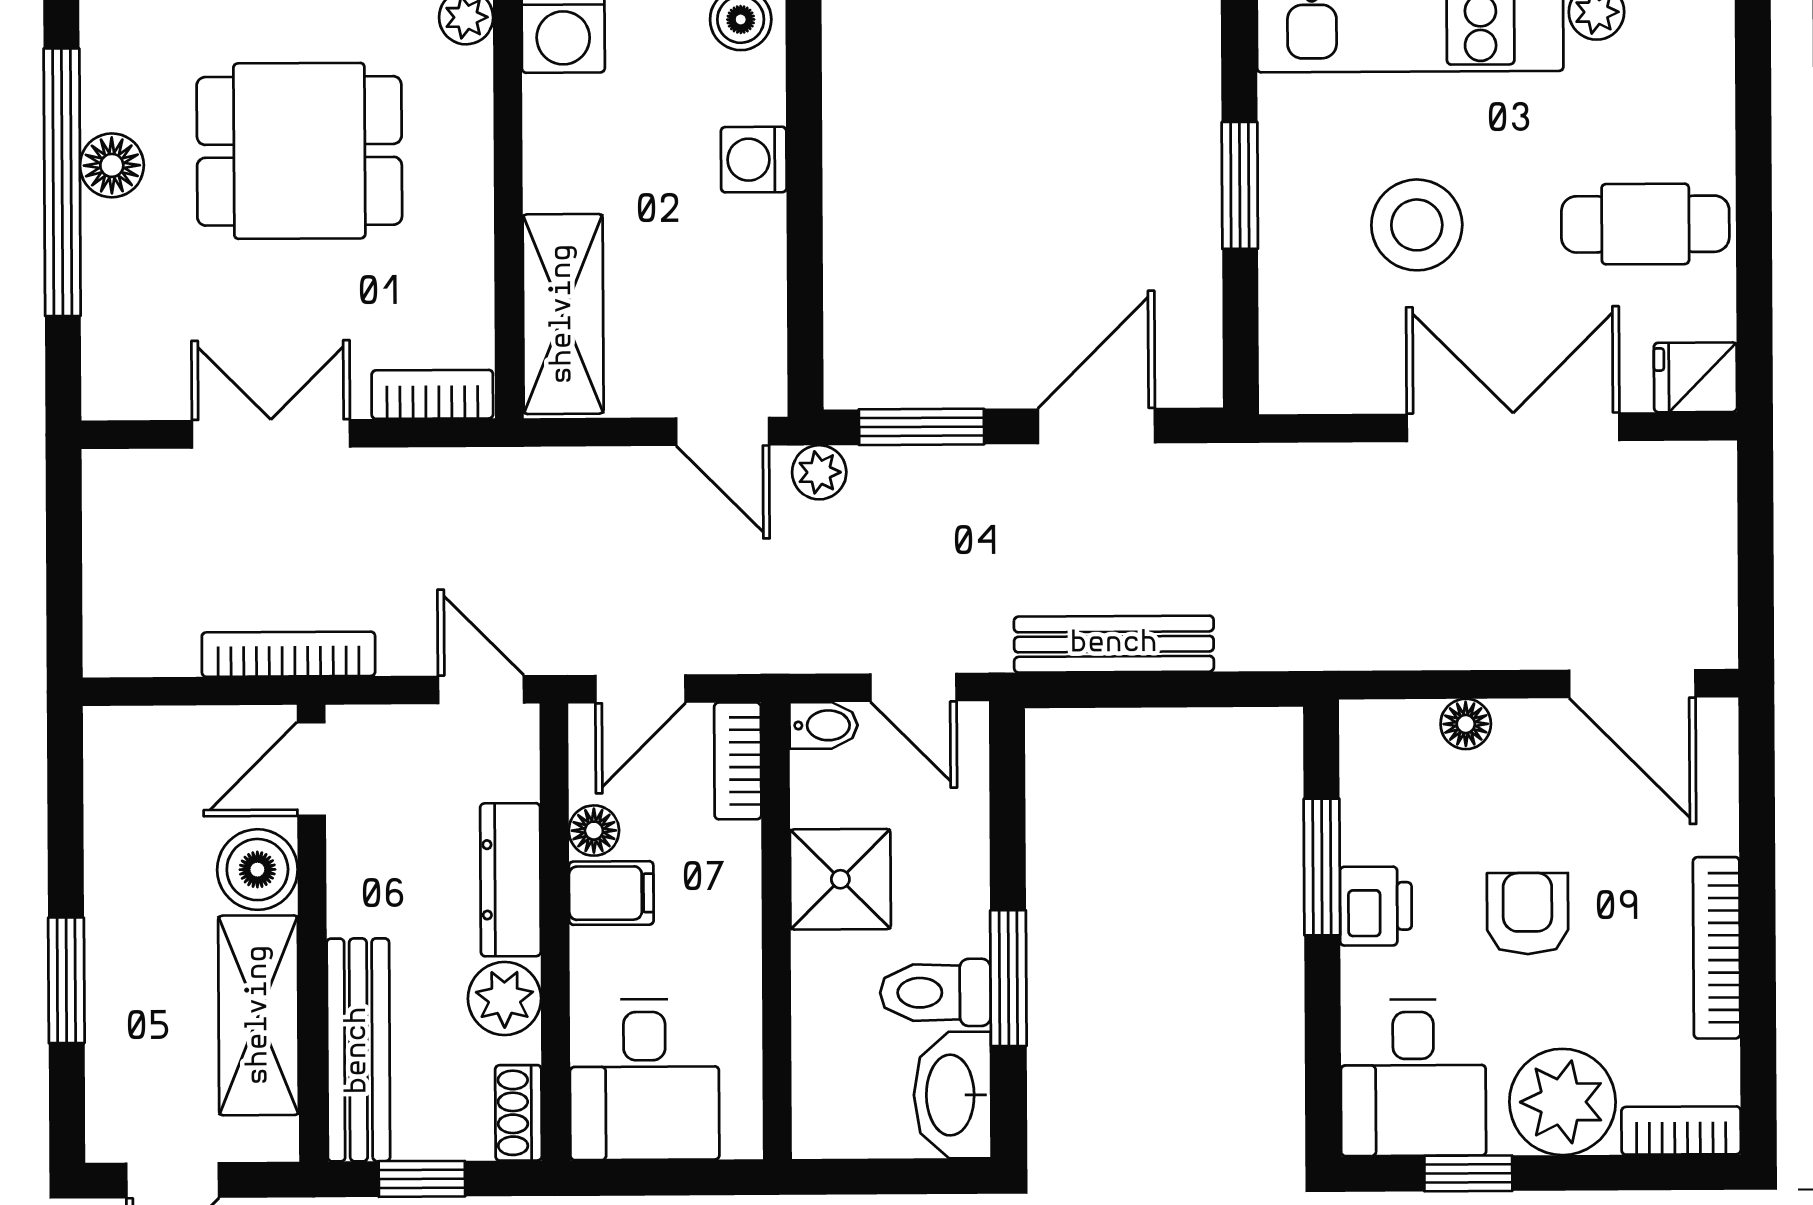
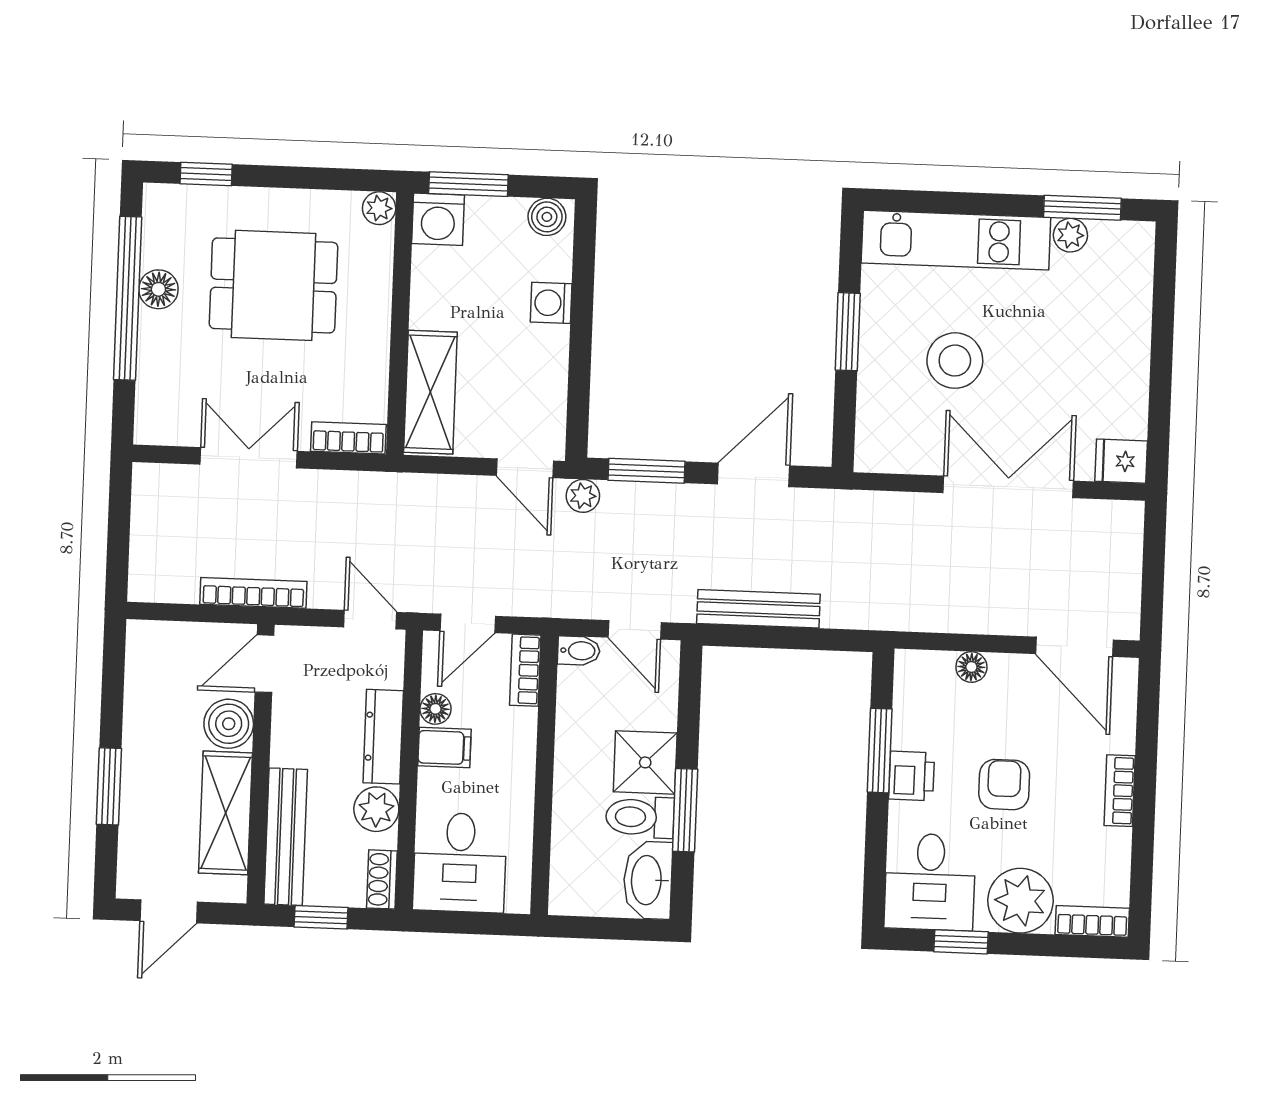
cafe table: (1645, 224) -> (1095, 366), removed
shower: (840, 879) -> (645, 762), moved
bookcase: (1717, 948) -> (1120, 791), width x0.64

